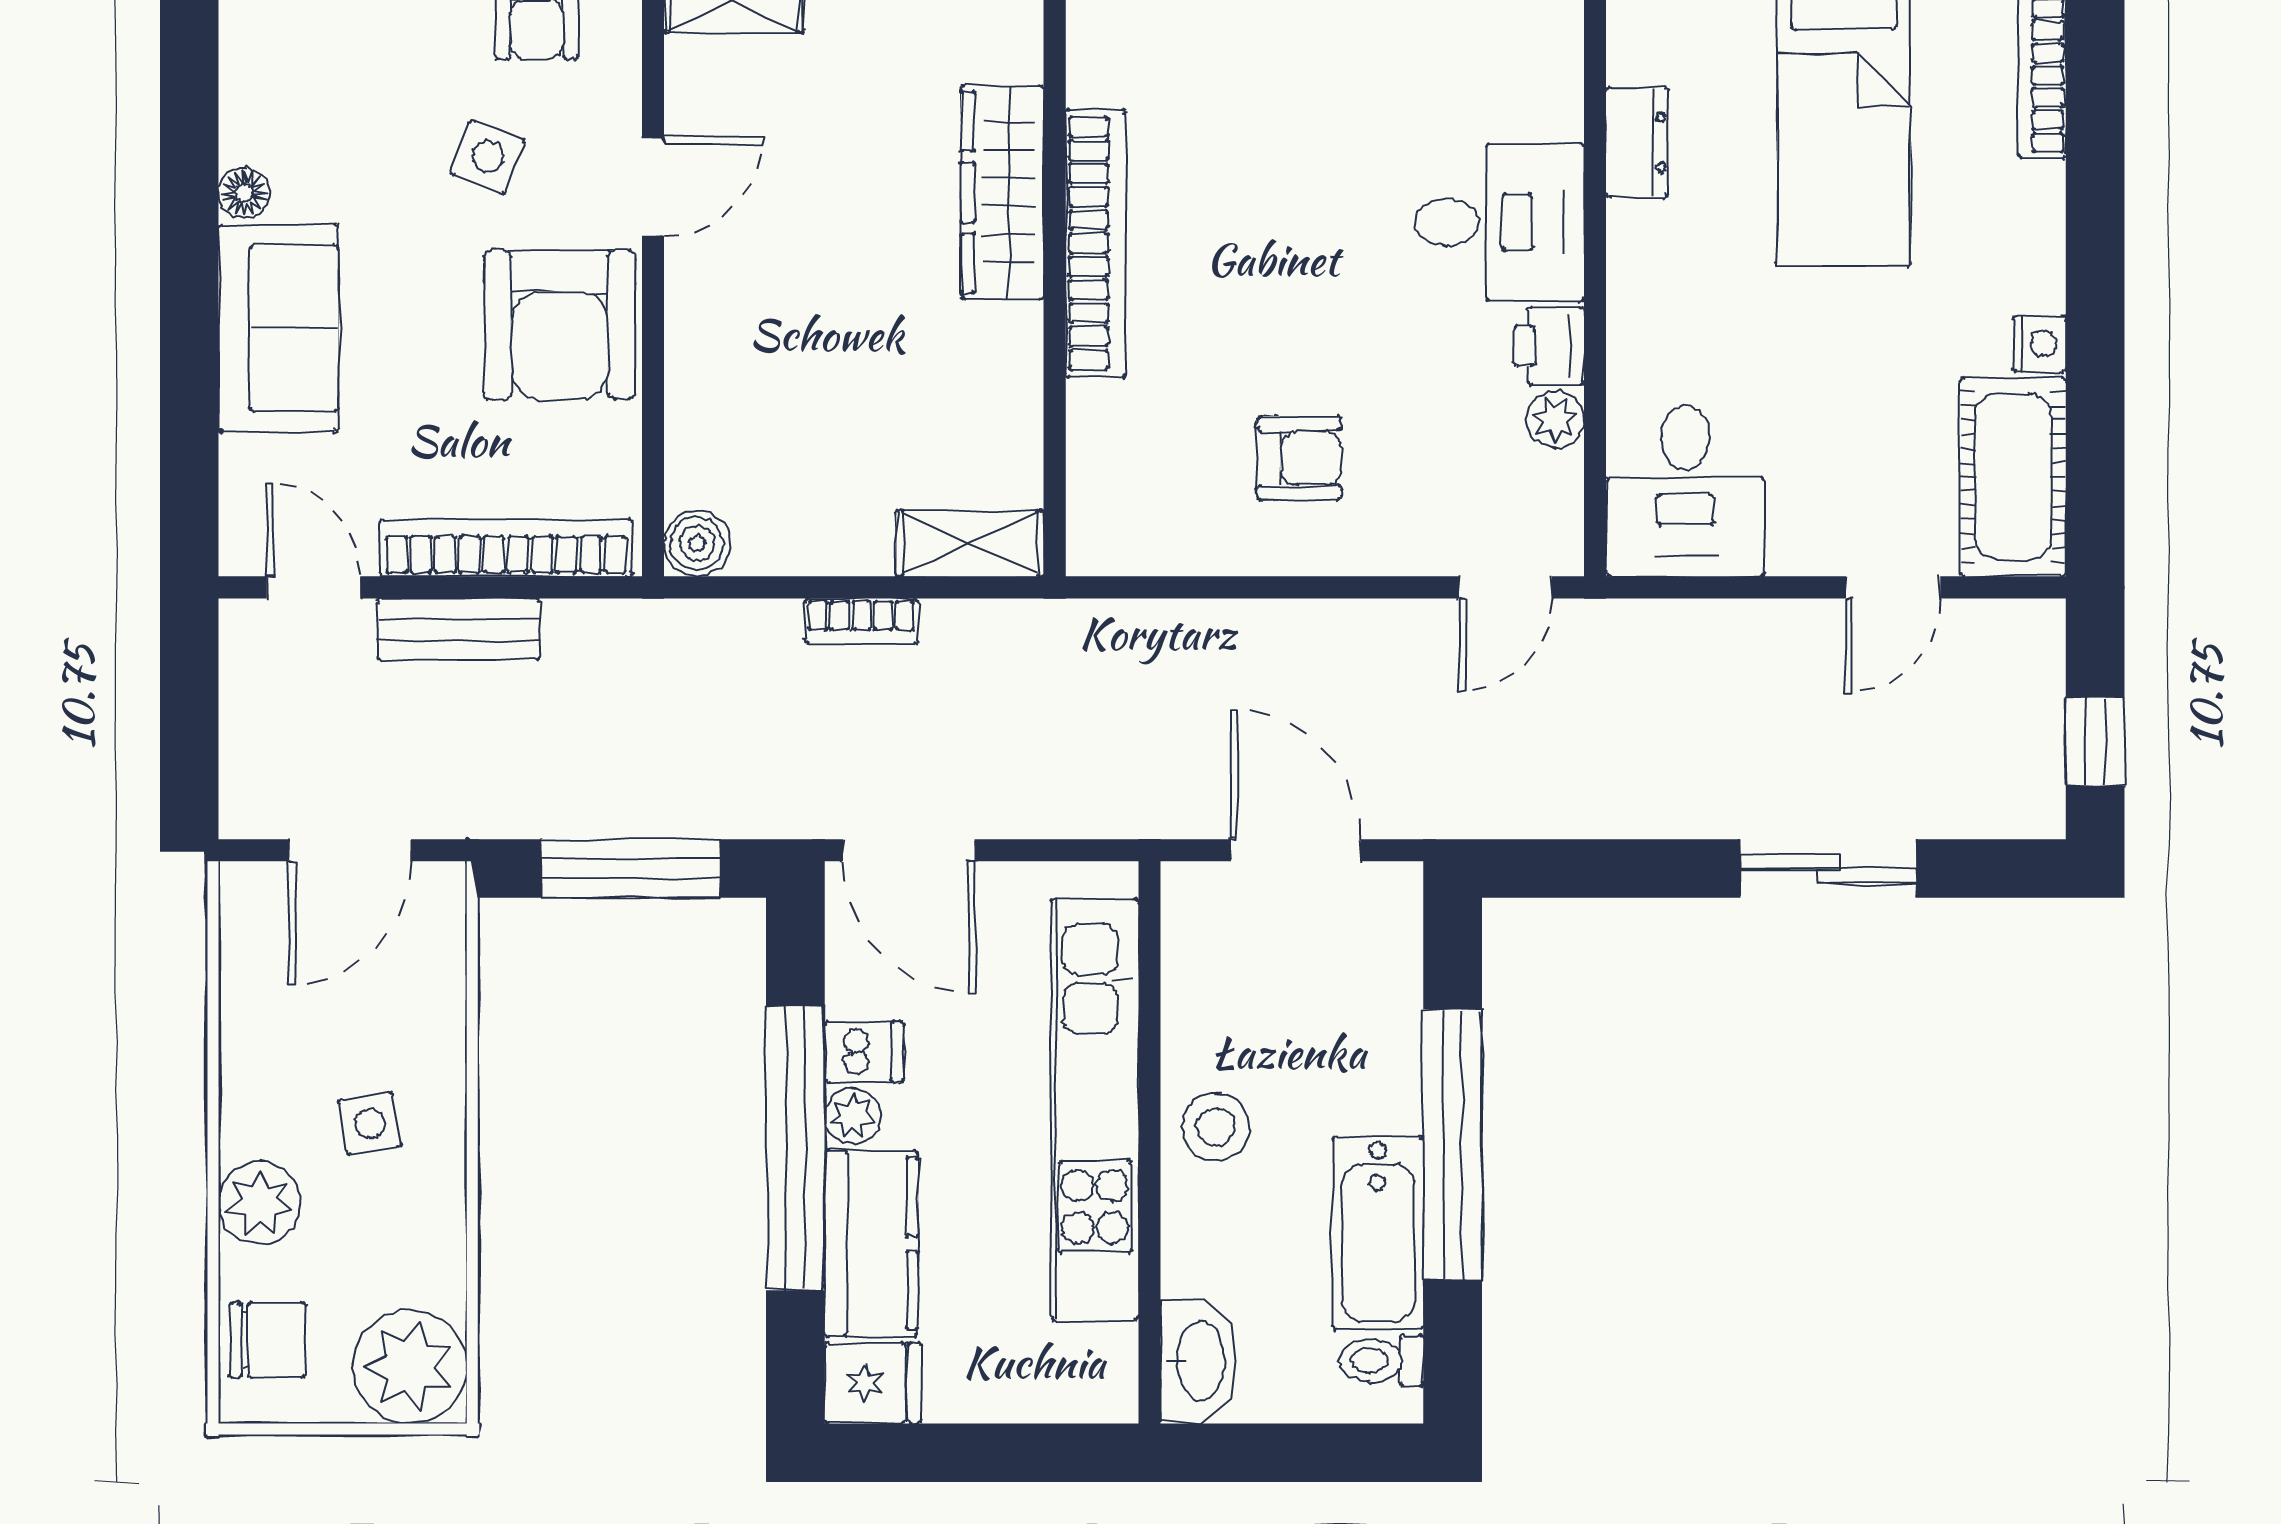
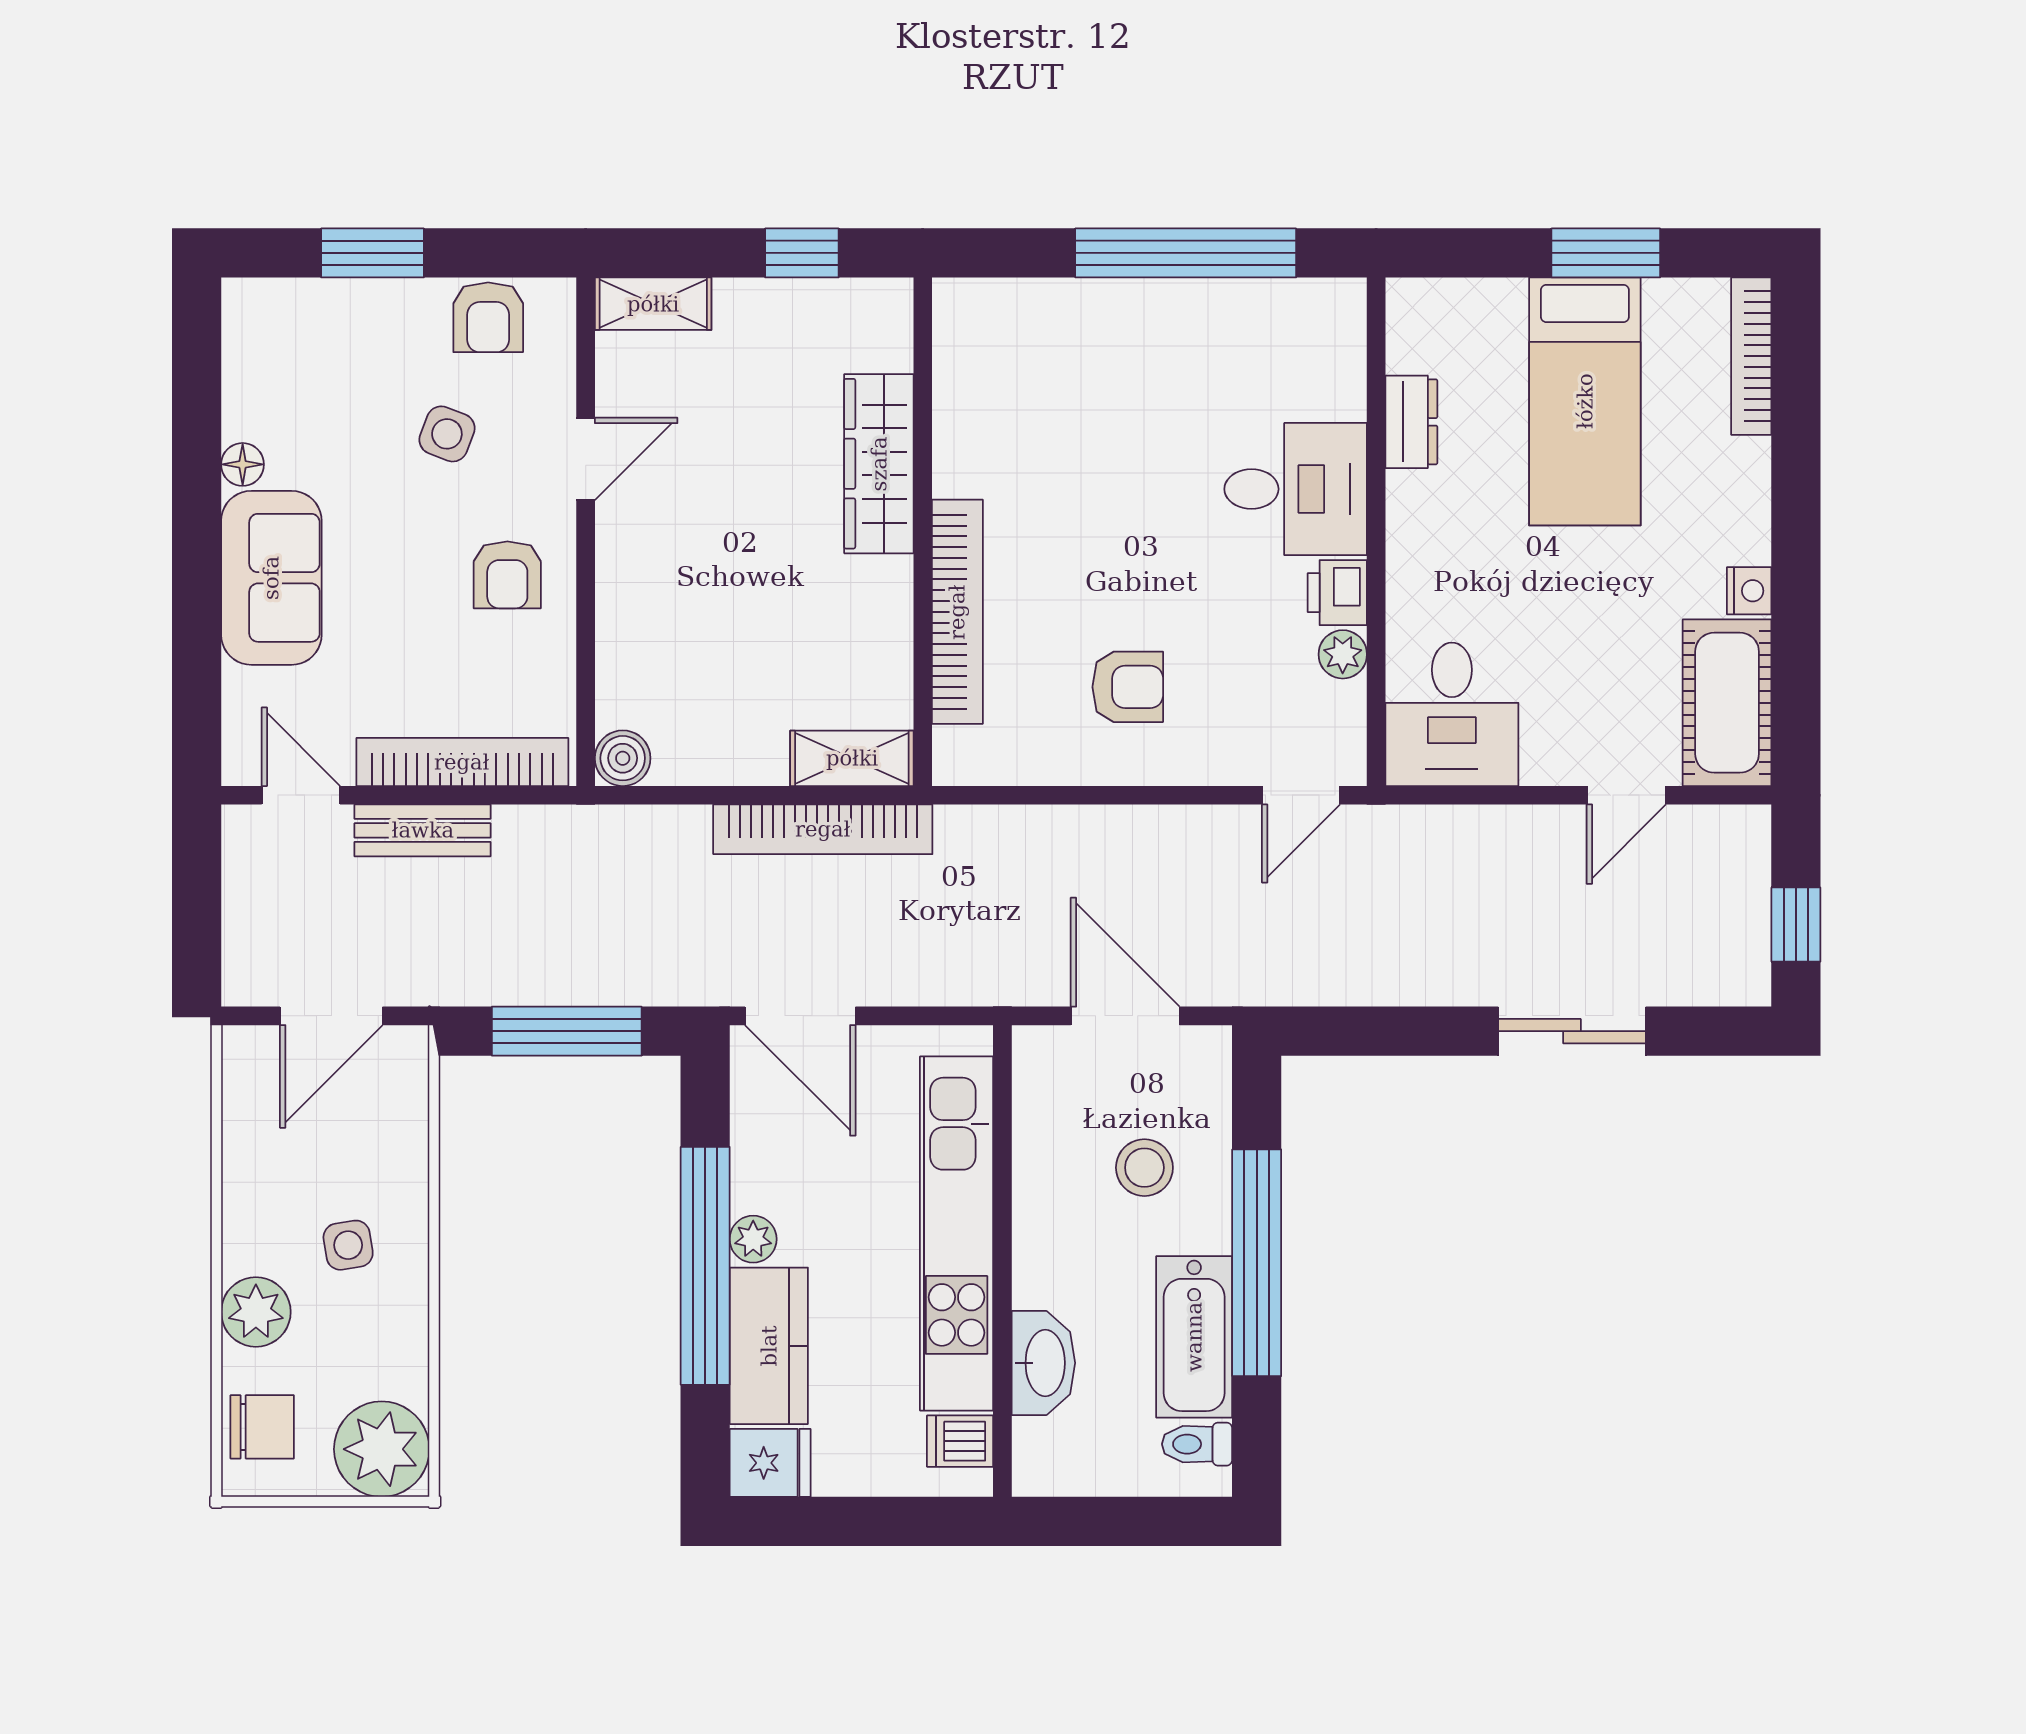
bookcase: (1096, 243) -> (957, 612), moved
armchair: (560, 325) -> (507, 575), width x0.53, depth x0.53
bookcase: (861, 621) -> (823, 829), width x2.31, depth x1.31
dishwasher: (864, 1052) -> (960, 1441), moved, turned 180
stool: (1216, 1127) -> (1144, 1168), moved
washbasin: (1198, 1361) -> (1043, 1363), moved

